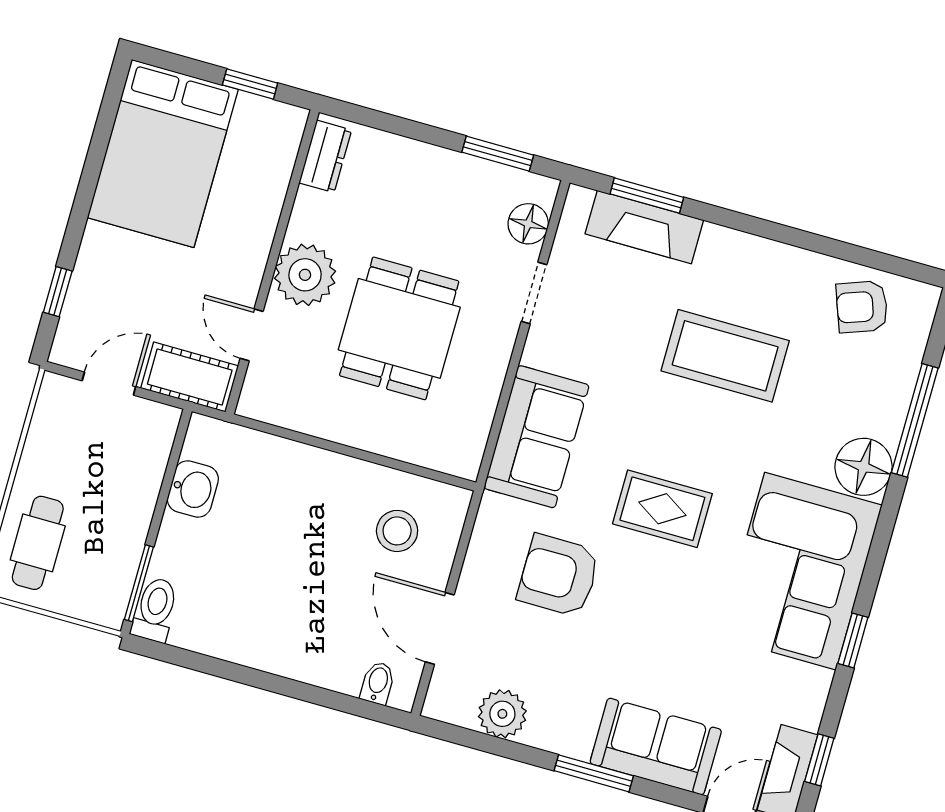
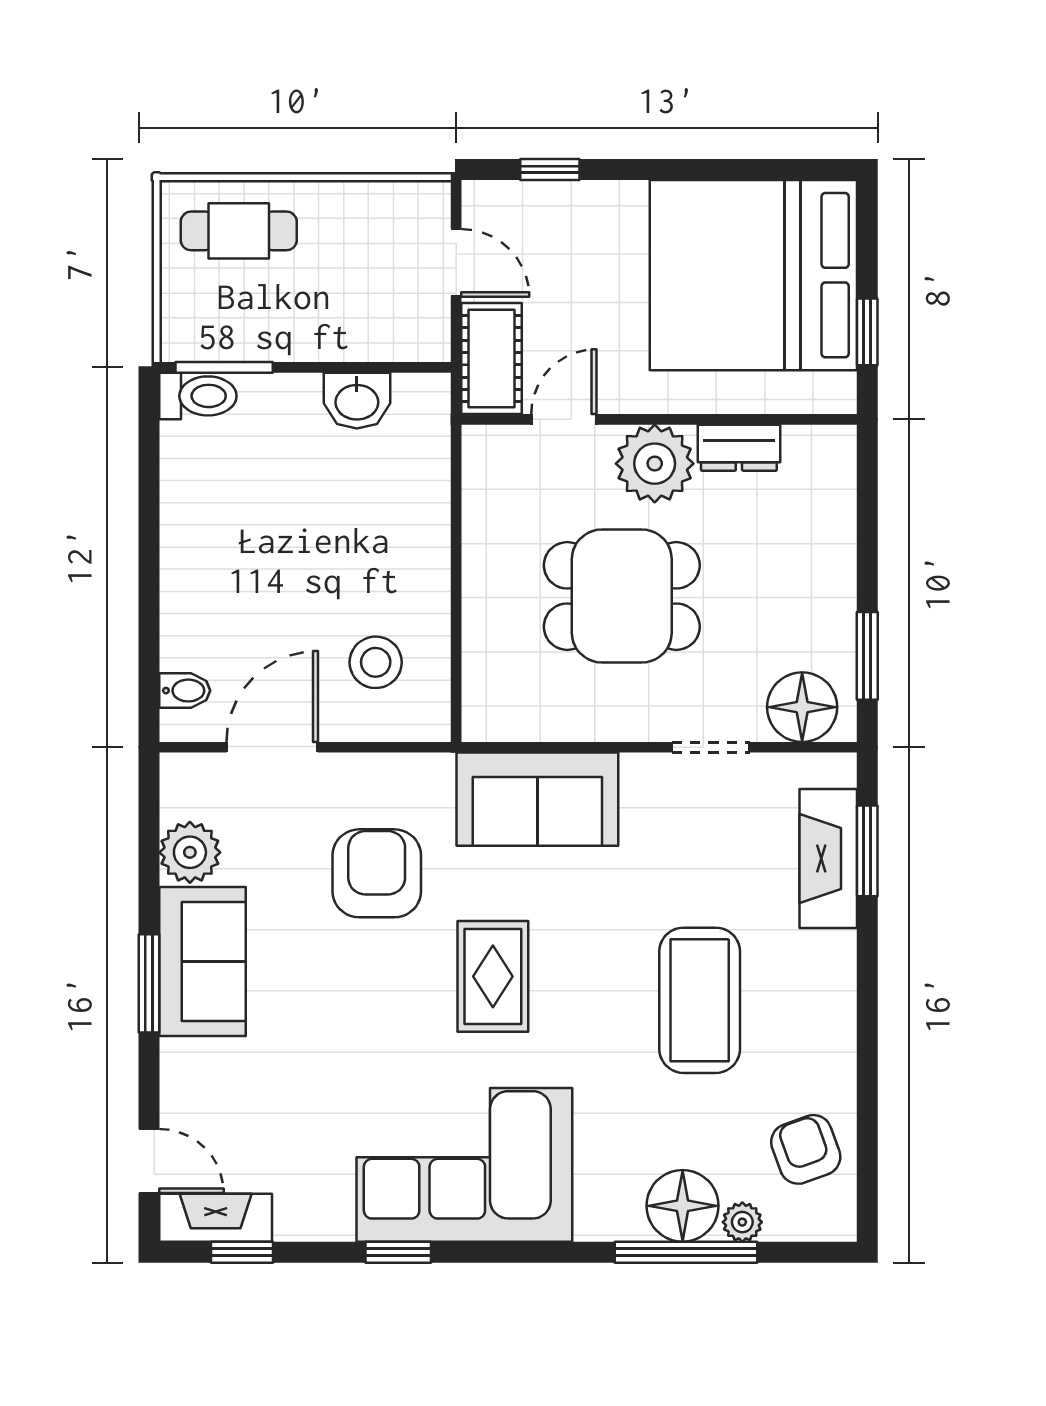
bed: (163, 153) -> (753, 275), width x1.36
dresser: (325, 156) -> (739, 448), moved
floor lamp: (528, 224) -> (802, 707), width x1.38, depth x1.38
plant: (904, 371) -> (742, 1222), added
floor lamp: (864, 467) -> (683, 1206), moved
sofa: (656, 747) -> (202, 962), moved

